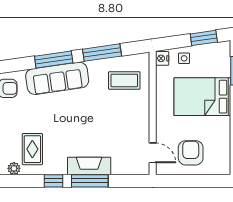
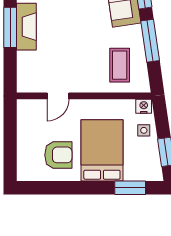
door: (153, 153) -> (58, 96), moved
armchair: (191, 153) -> (58, 155), moved

